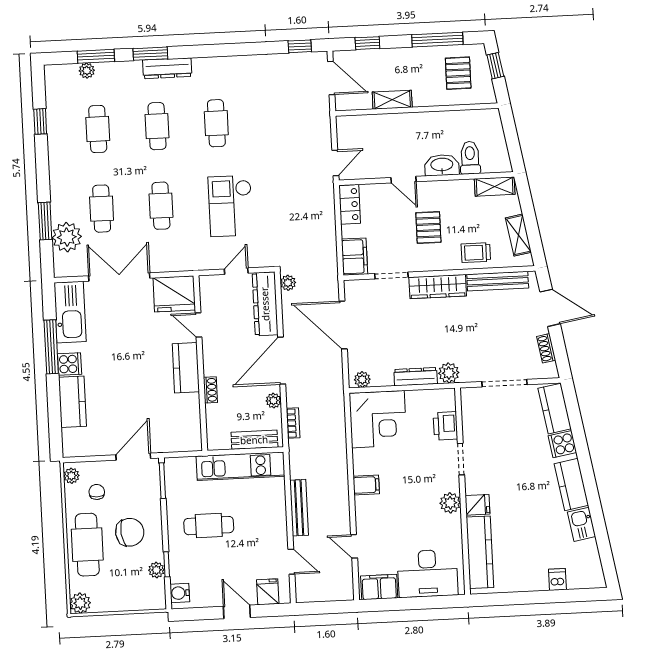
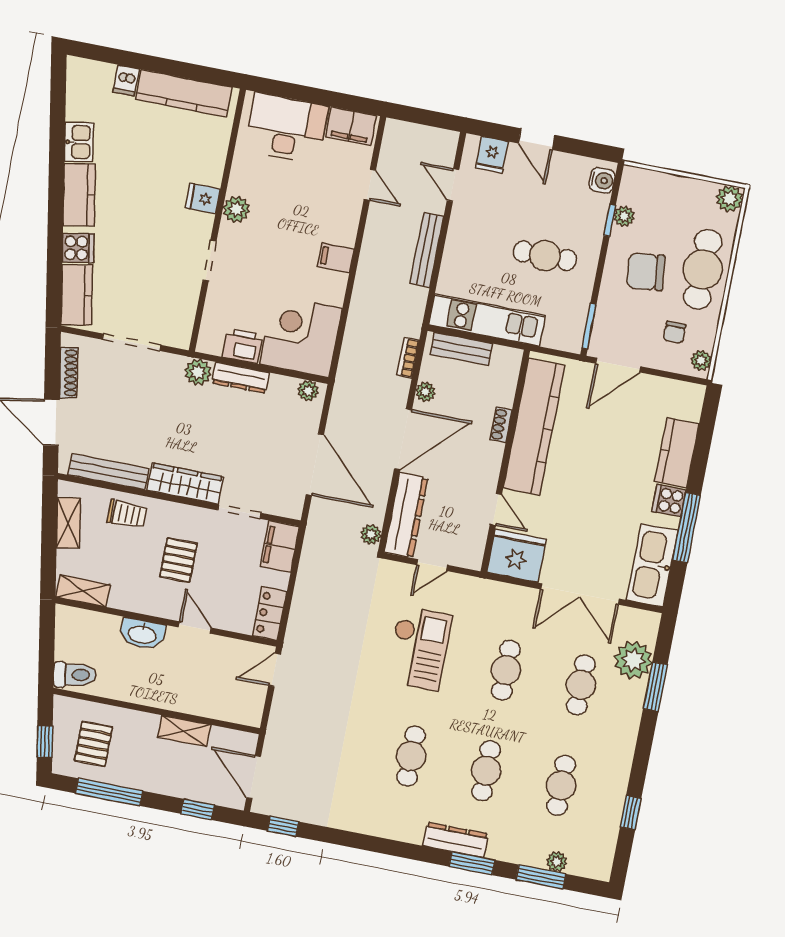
toilet: (470, 158) -> (75, 675), moved, turned -100
shoe rack: (546, 348) -> (69, 373), width x1.43
kitchen counter: (186, 368) -> (534, 427), width x2.08, depth x1.17
printer: (445, 426) -> (242, 346), moved, turned -90
kitchen counter: (480, 552) -> (184, 93), moved, turned -90

